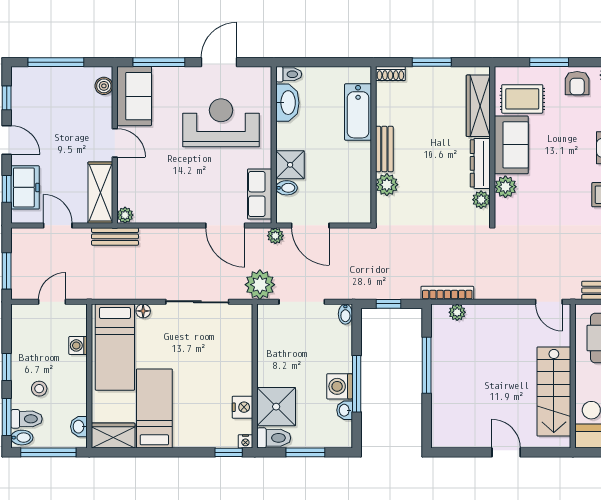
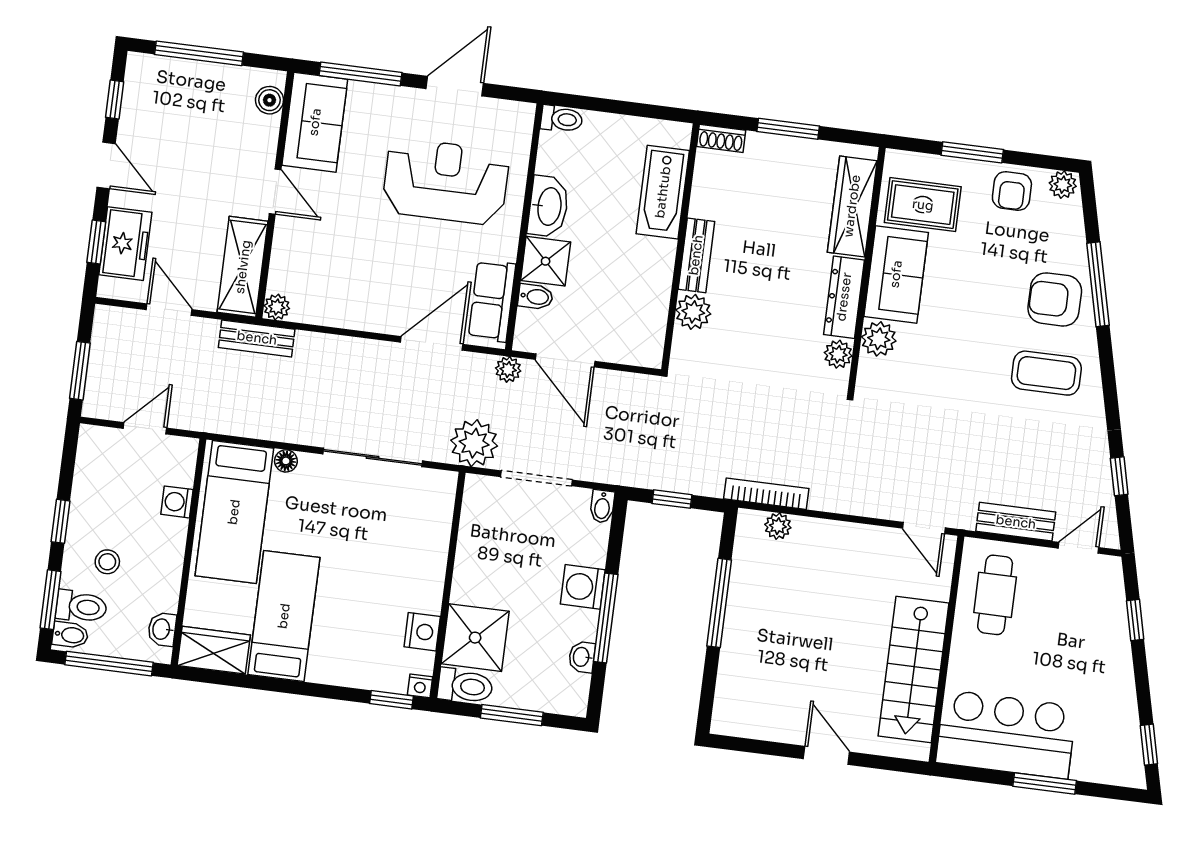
washbasin: (287, 103) -> (548, 206), moved
door: (225, 225) -> (432, 343), swing flipped
washing machine: (340, 386) -> (583, 587), moved

